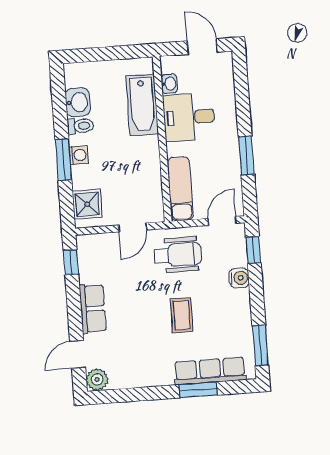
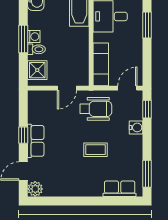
toilet: (80, 126) -> (36, 49), moved
window: (246, 155) -> (147, 25), moved
window: (71, 262) -> (23, 135), moved
coffee table: (182, 315) -> (95, 150), turned 90
row of seats: (210, 371) -> (120, 189), width x0.68
window: (198, 390) -> (103, 201), removed

